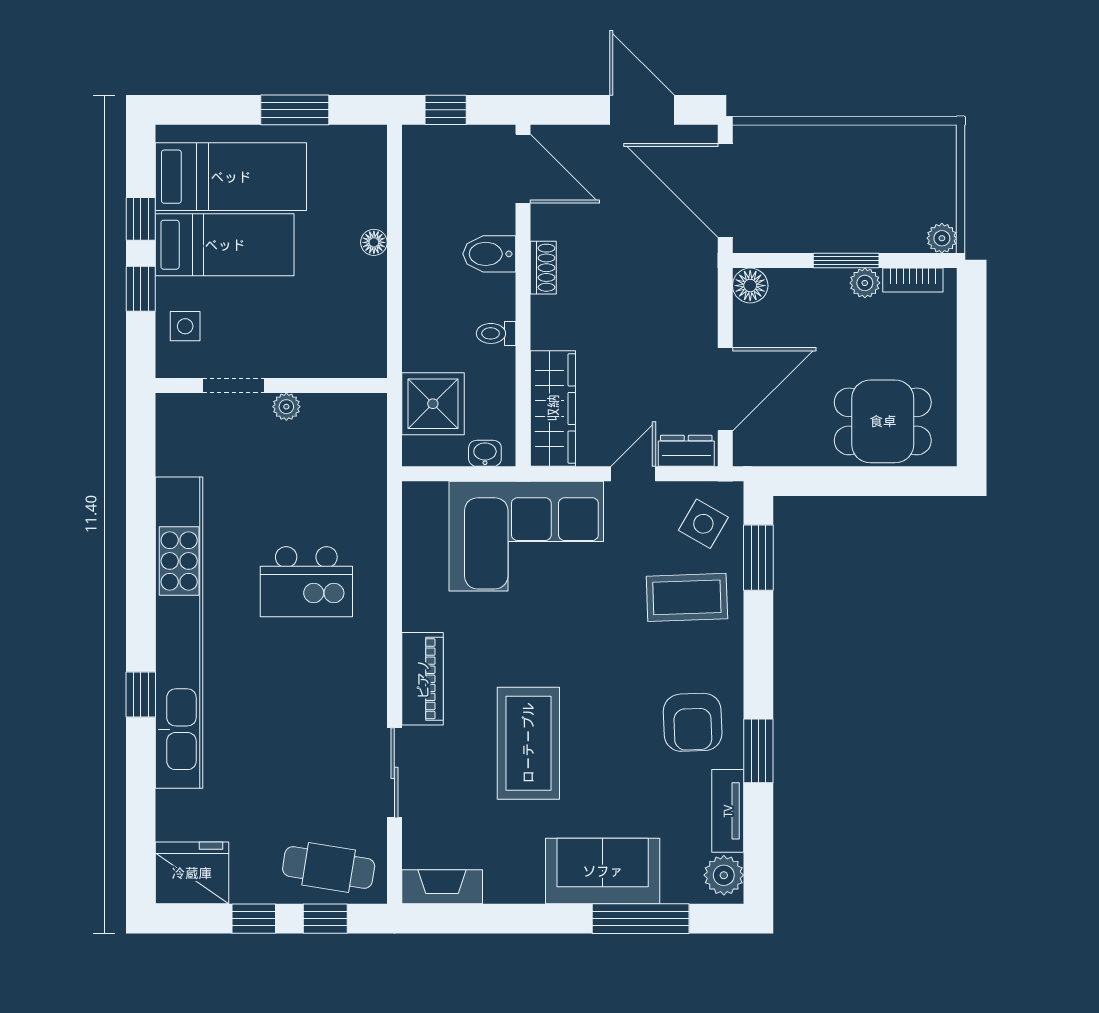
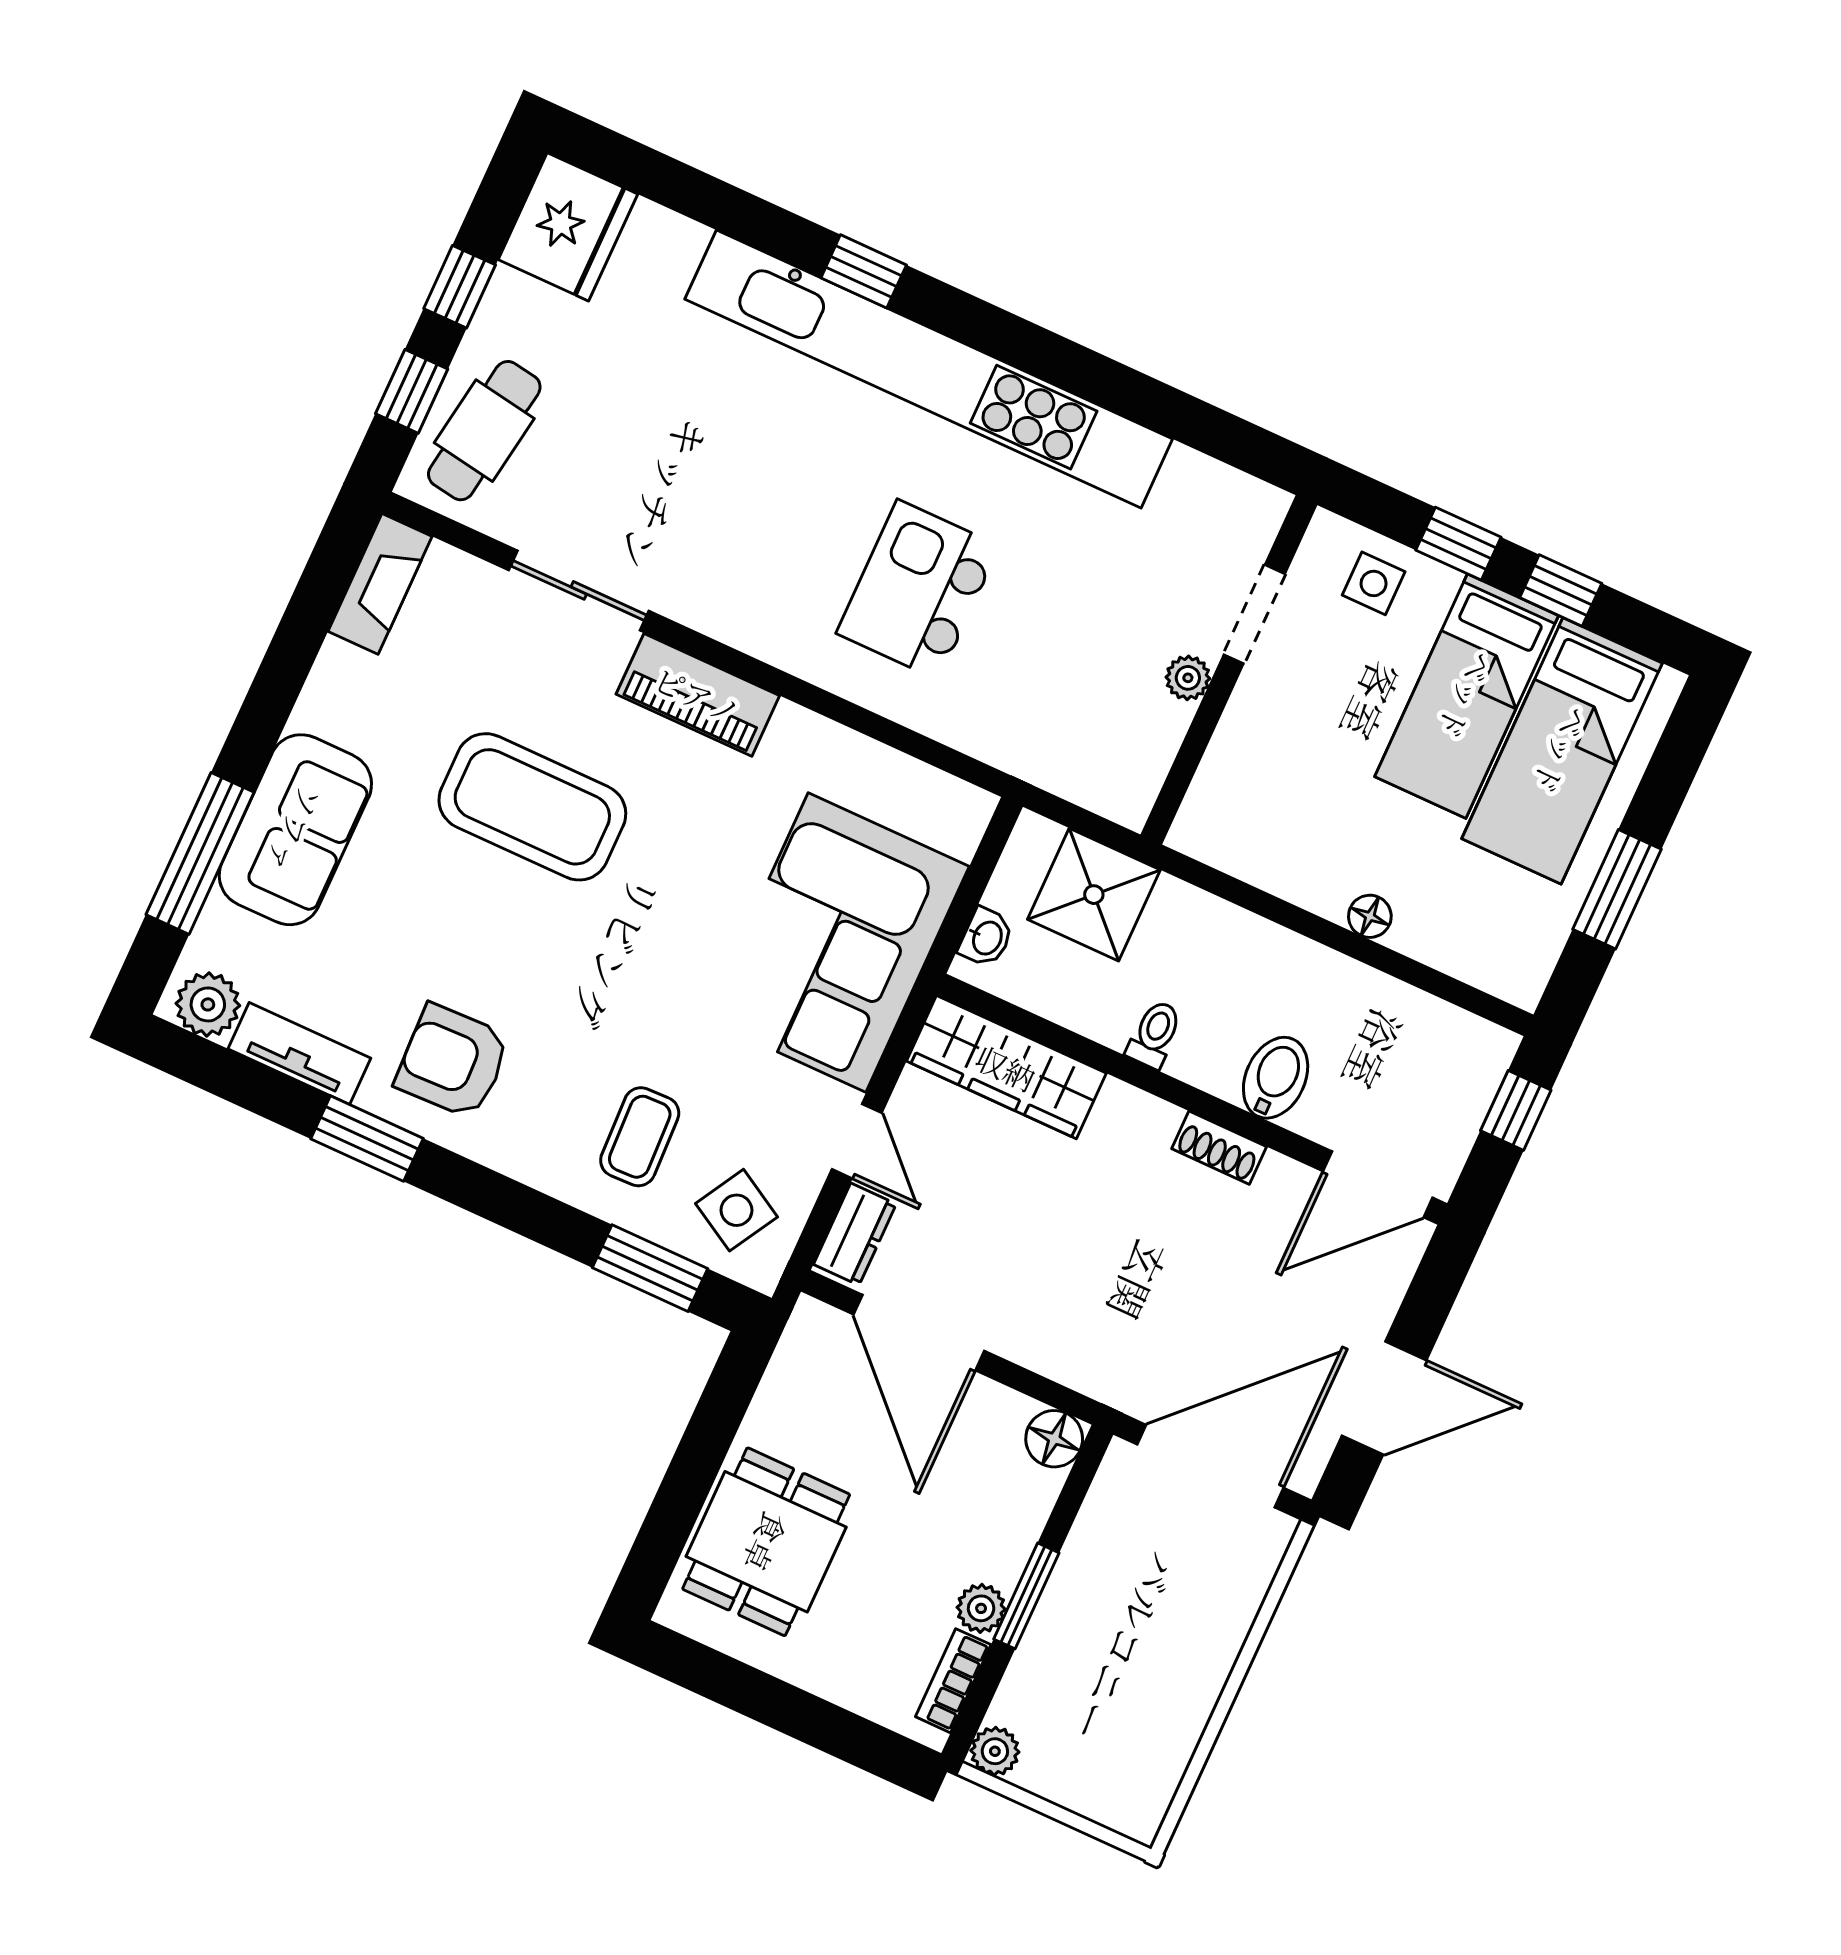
coffee table: (687, 597) -> (640, 1137), width x0.73, depth x0.77

